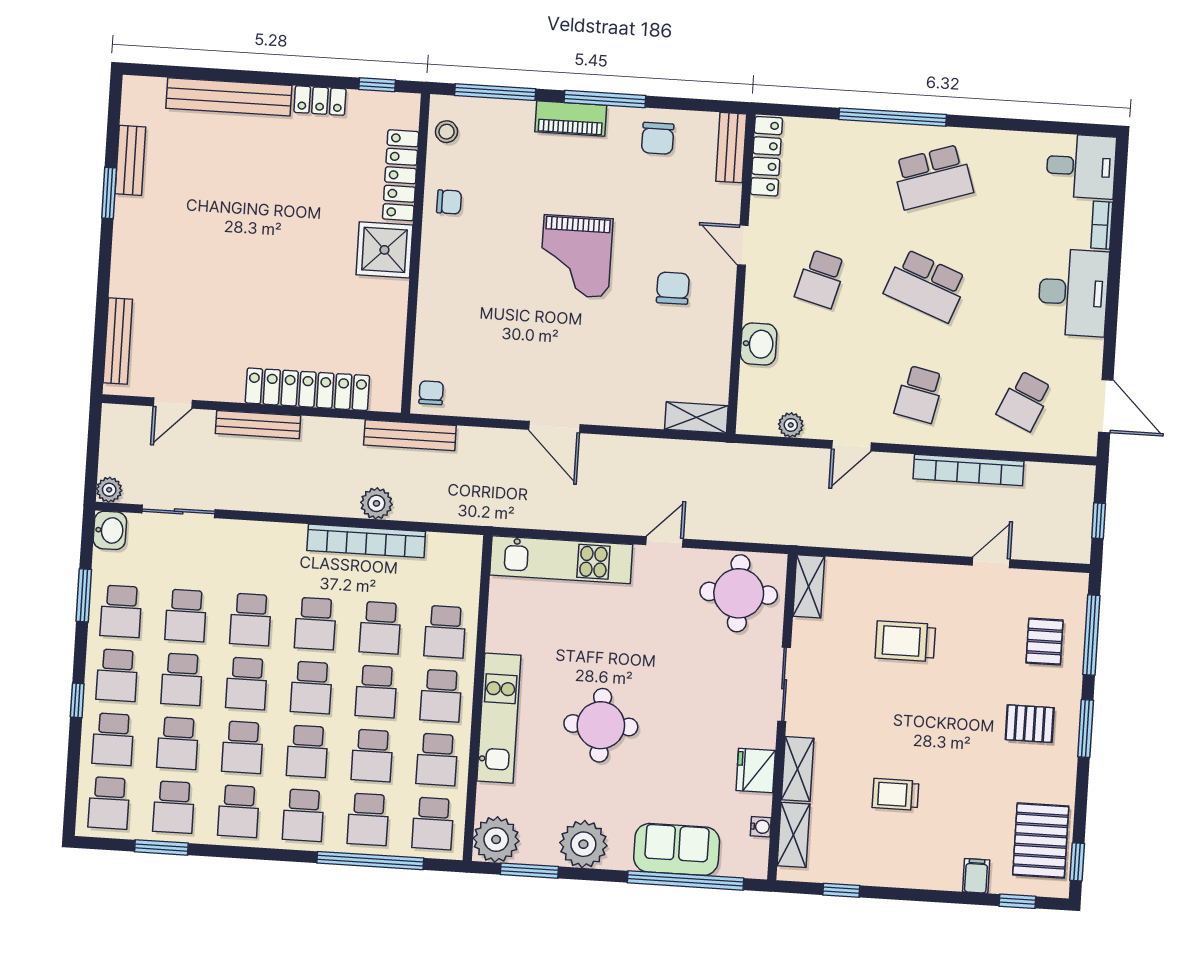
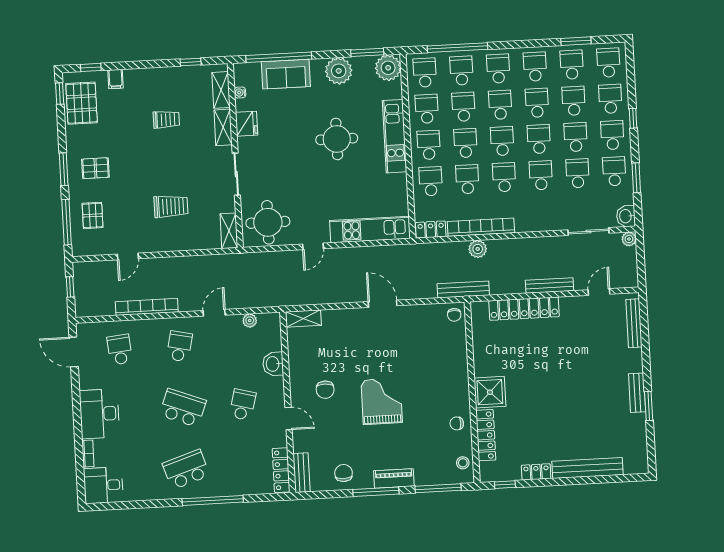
bench: (130, 160) -> (637, 393), moved
school desk: (1025, 401) -> (120, 350), turned -30
locker: (455, 547) -> (431, 229), added

